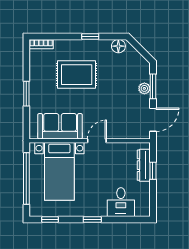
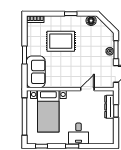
sofa: (60, 126) -> (36, 72), moved, turned 90
door: (97, 141) -> (87, 89), moved
desk: (121, 202) -> (79, 133), moved

